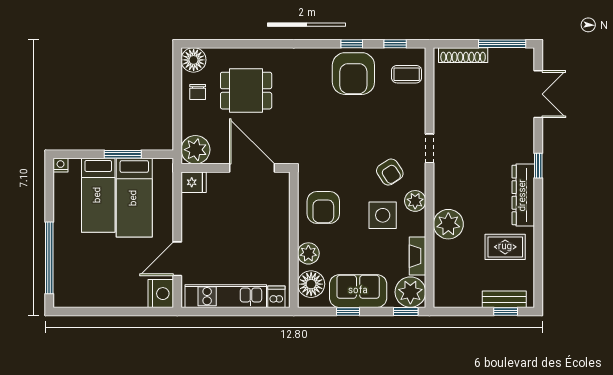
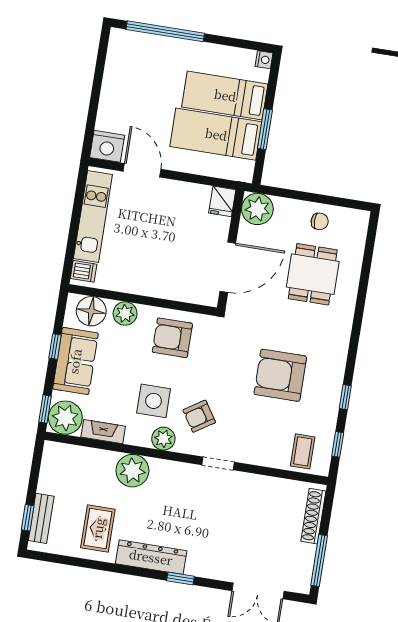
floor lamp: (194, 60) -> (355, 222), removed
armchair: (353, 74) -> (280, 375), moved
chair: (198, 92) -> (320, 221), turned 180

